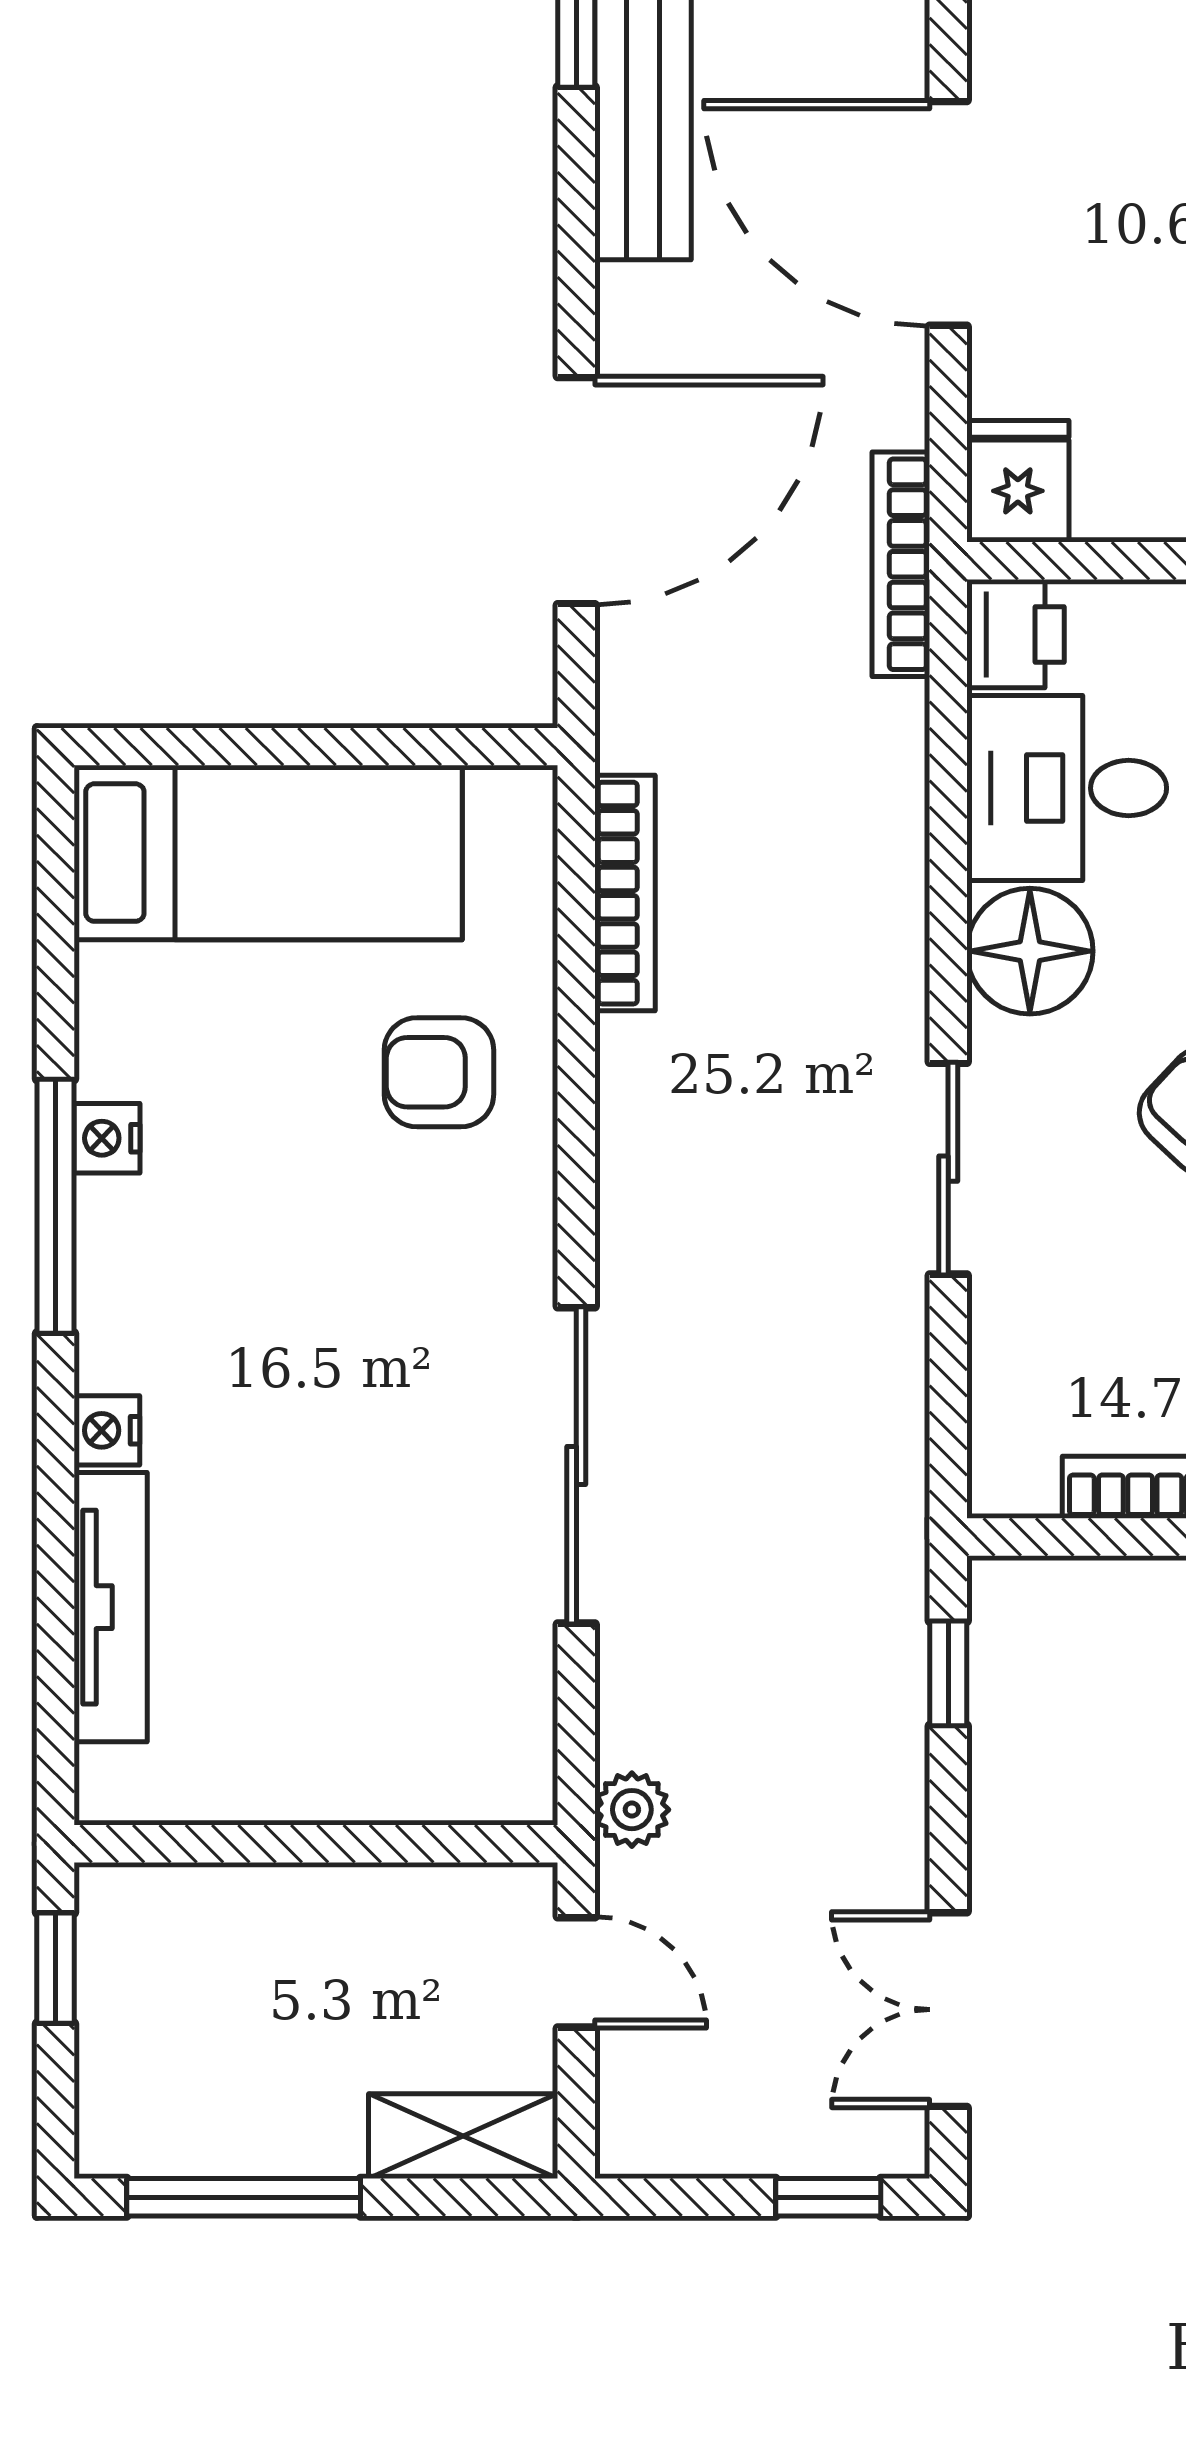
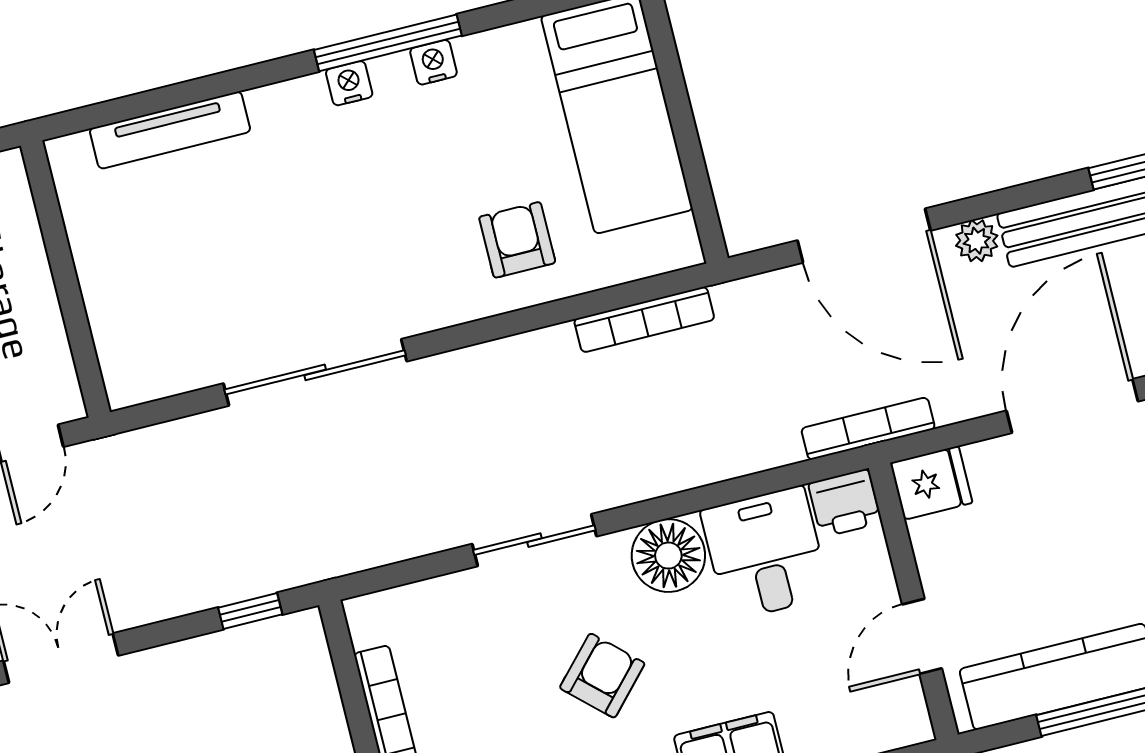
nightstand: (107, 1430) -> (349, 83), moved
plant: (632, 1810) -> (977, 241), moved

